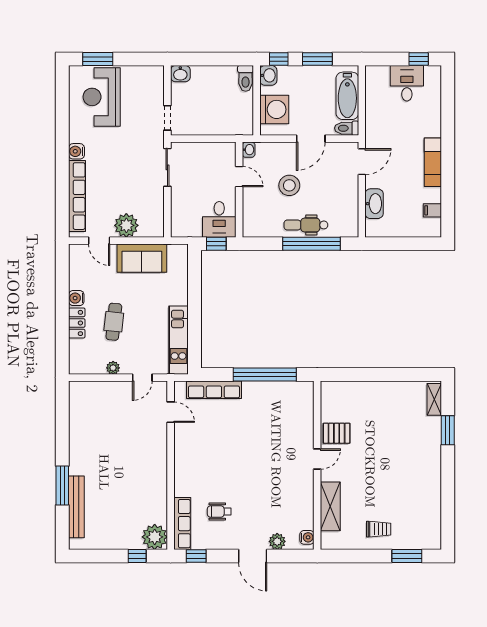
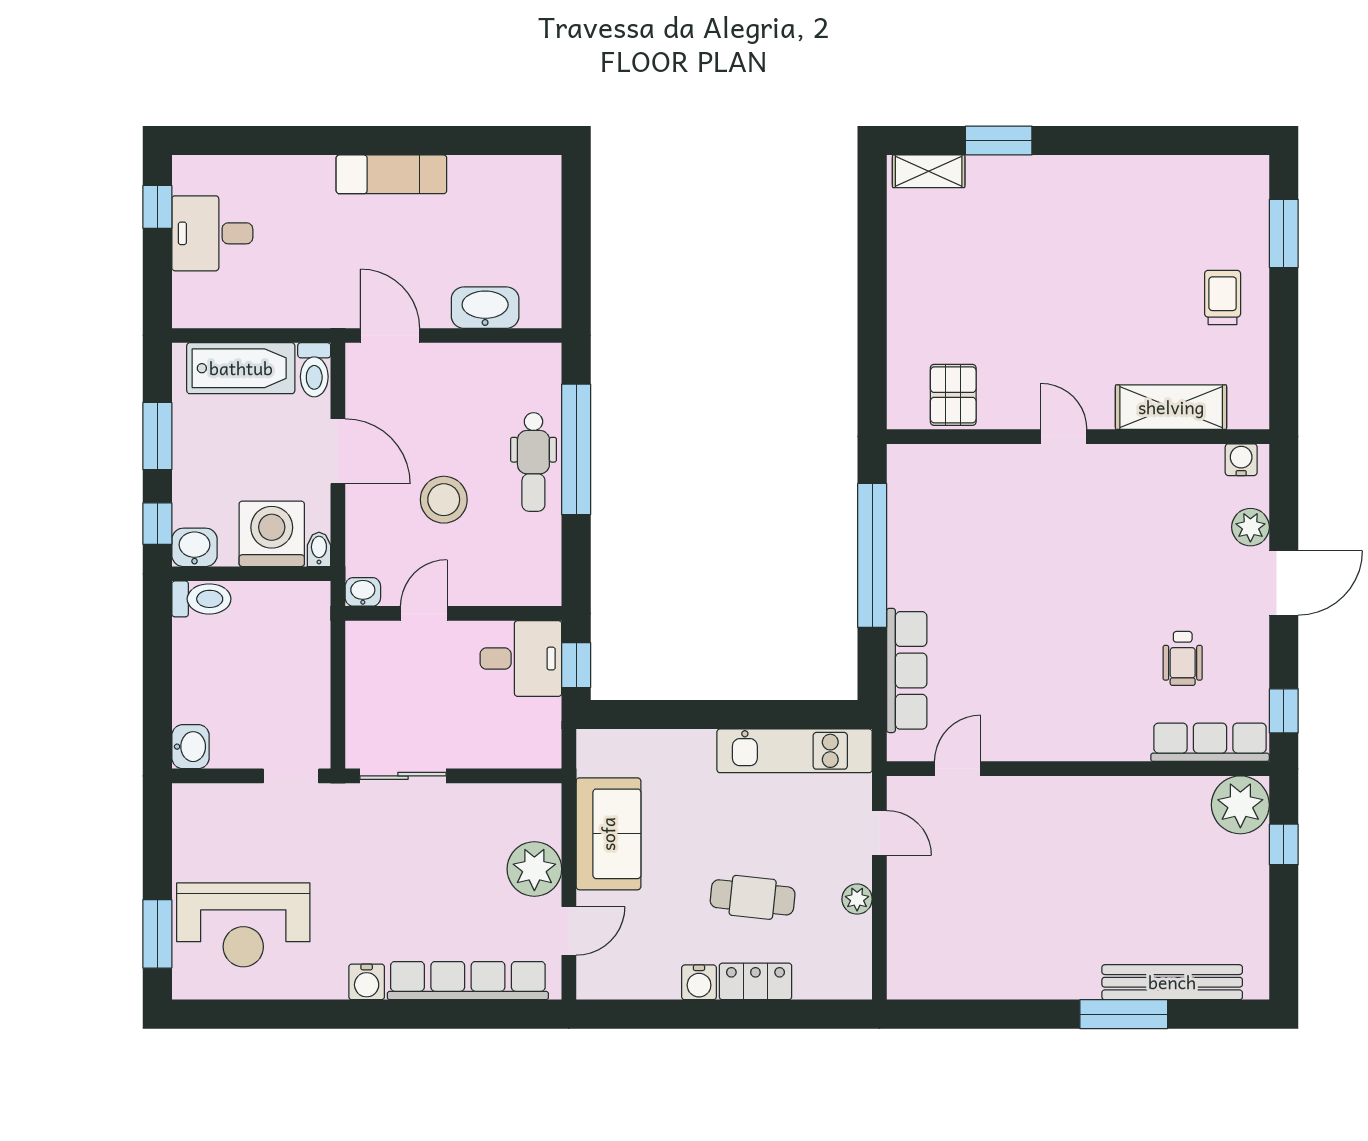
bidet: (267, 130) -> (319, 549), added
filing cabinet: (432, 210) -> (500, 175), removed
pallet: (337, 433) -> (953, 395), moved

